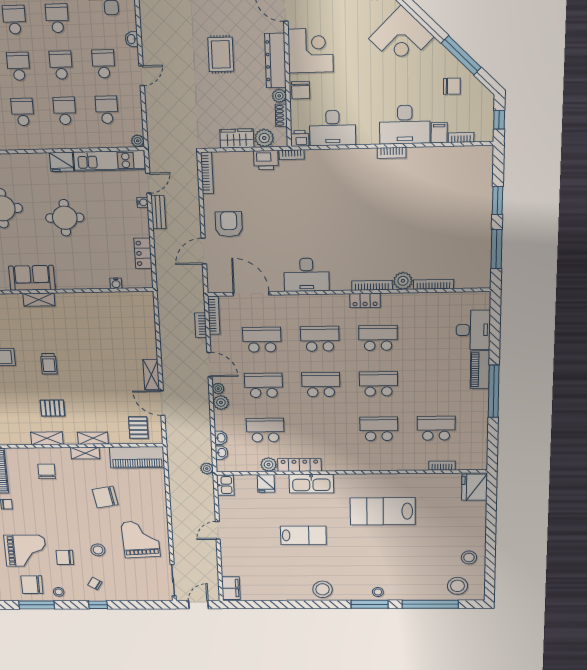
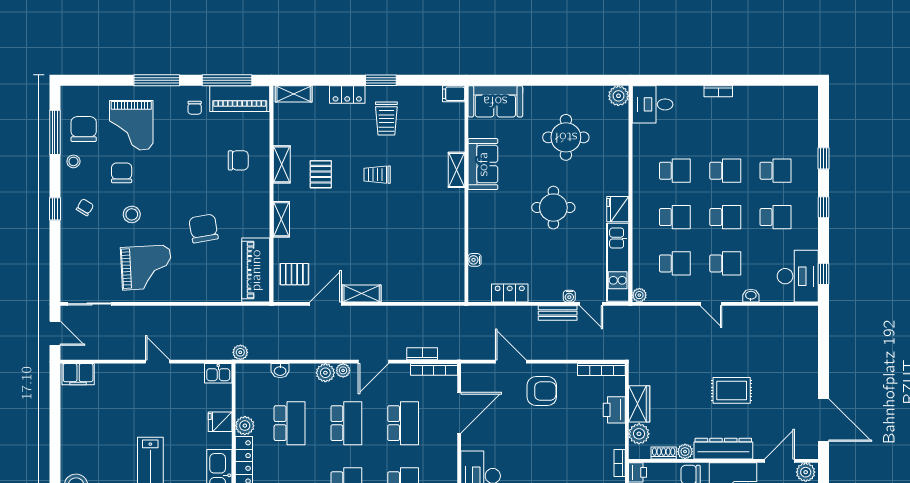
printer: (266, 160) -> (614, 410), moved
shelving: (85, 453) -> (262, 209), removed
washbasin: (221, 453) -> (261, 371), removed

